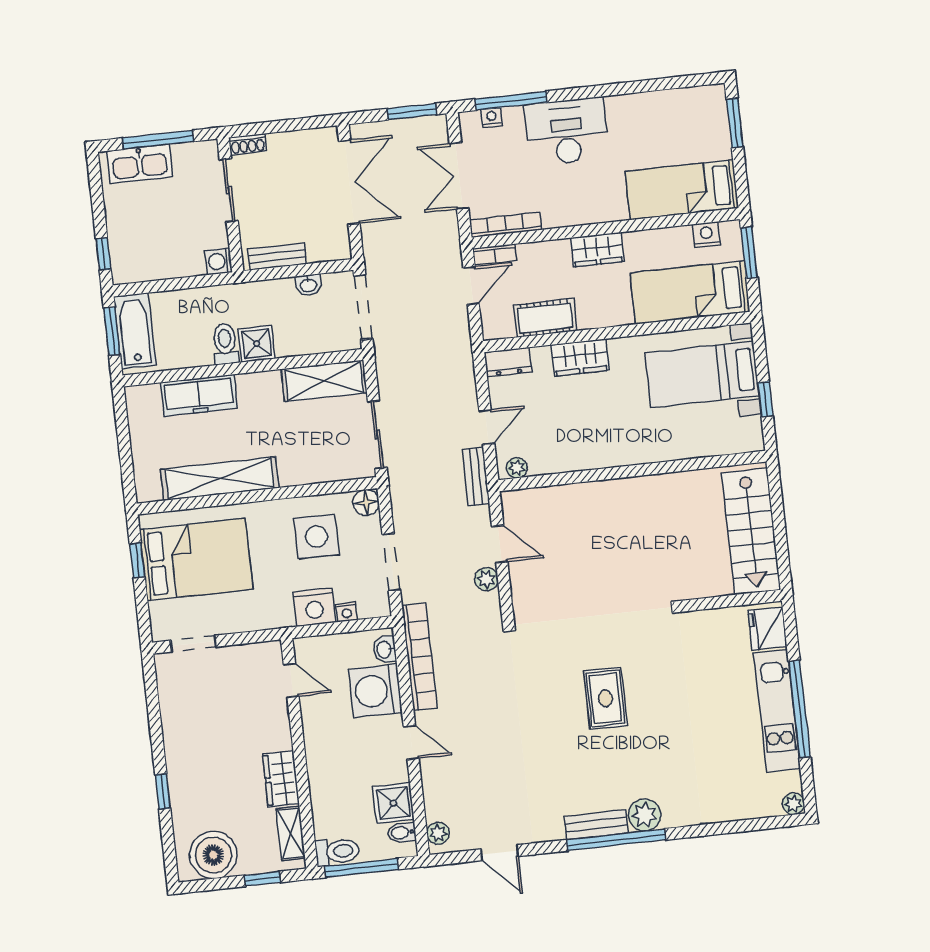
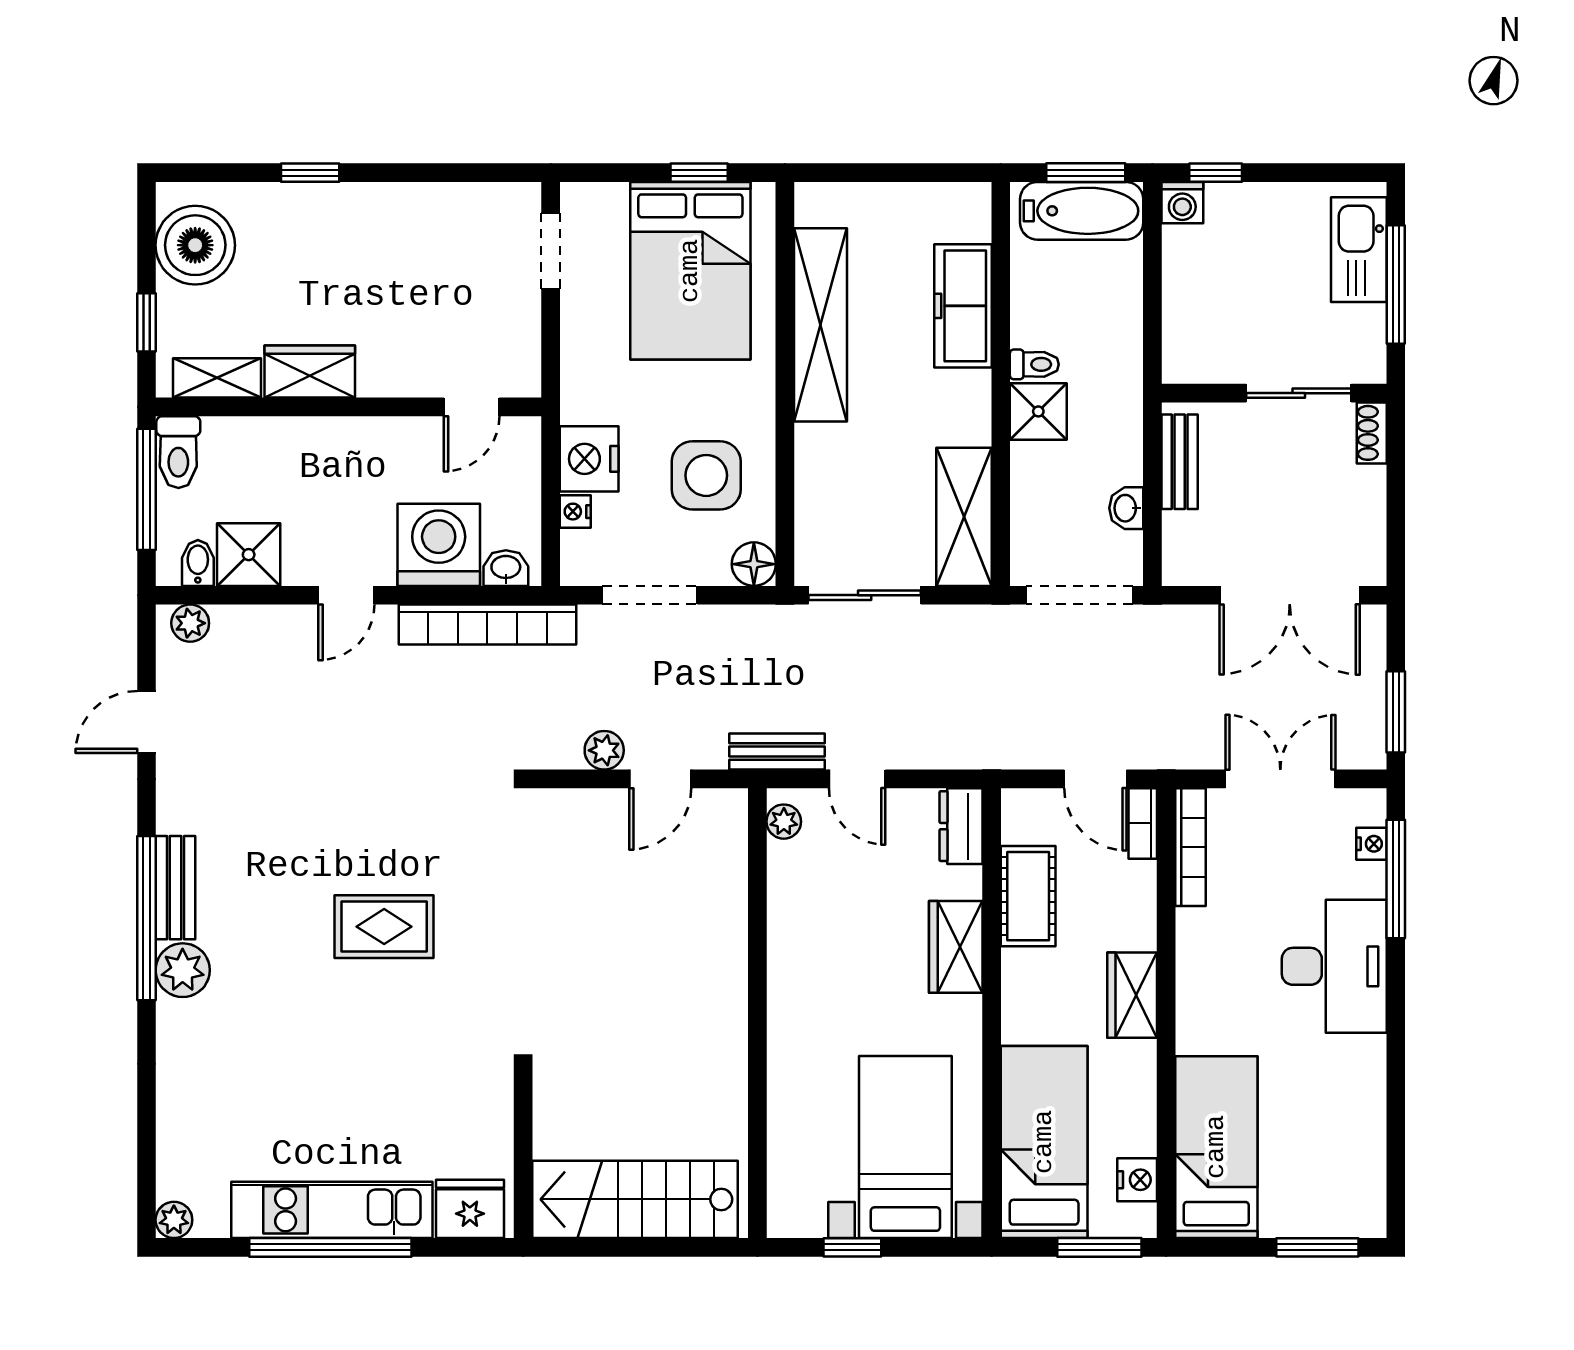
washing machine: (219, 261) -> (1182, 203), moved, turned 180
toilet: (225, 344) -> (1034, 364), width x0.73, depth x0.72

